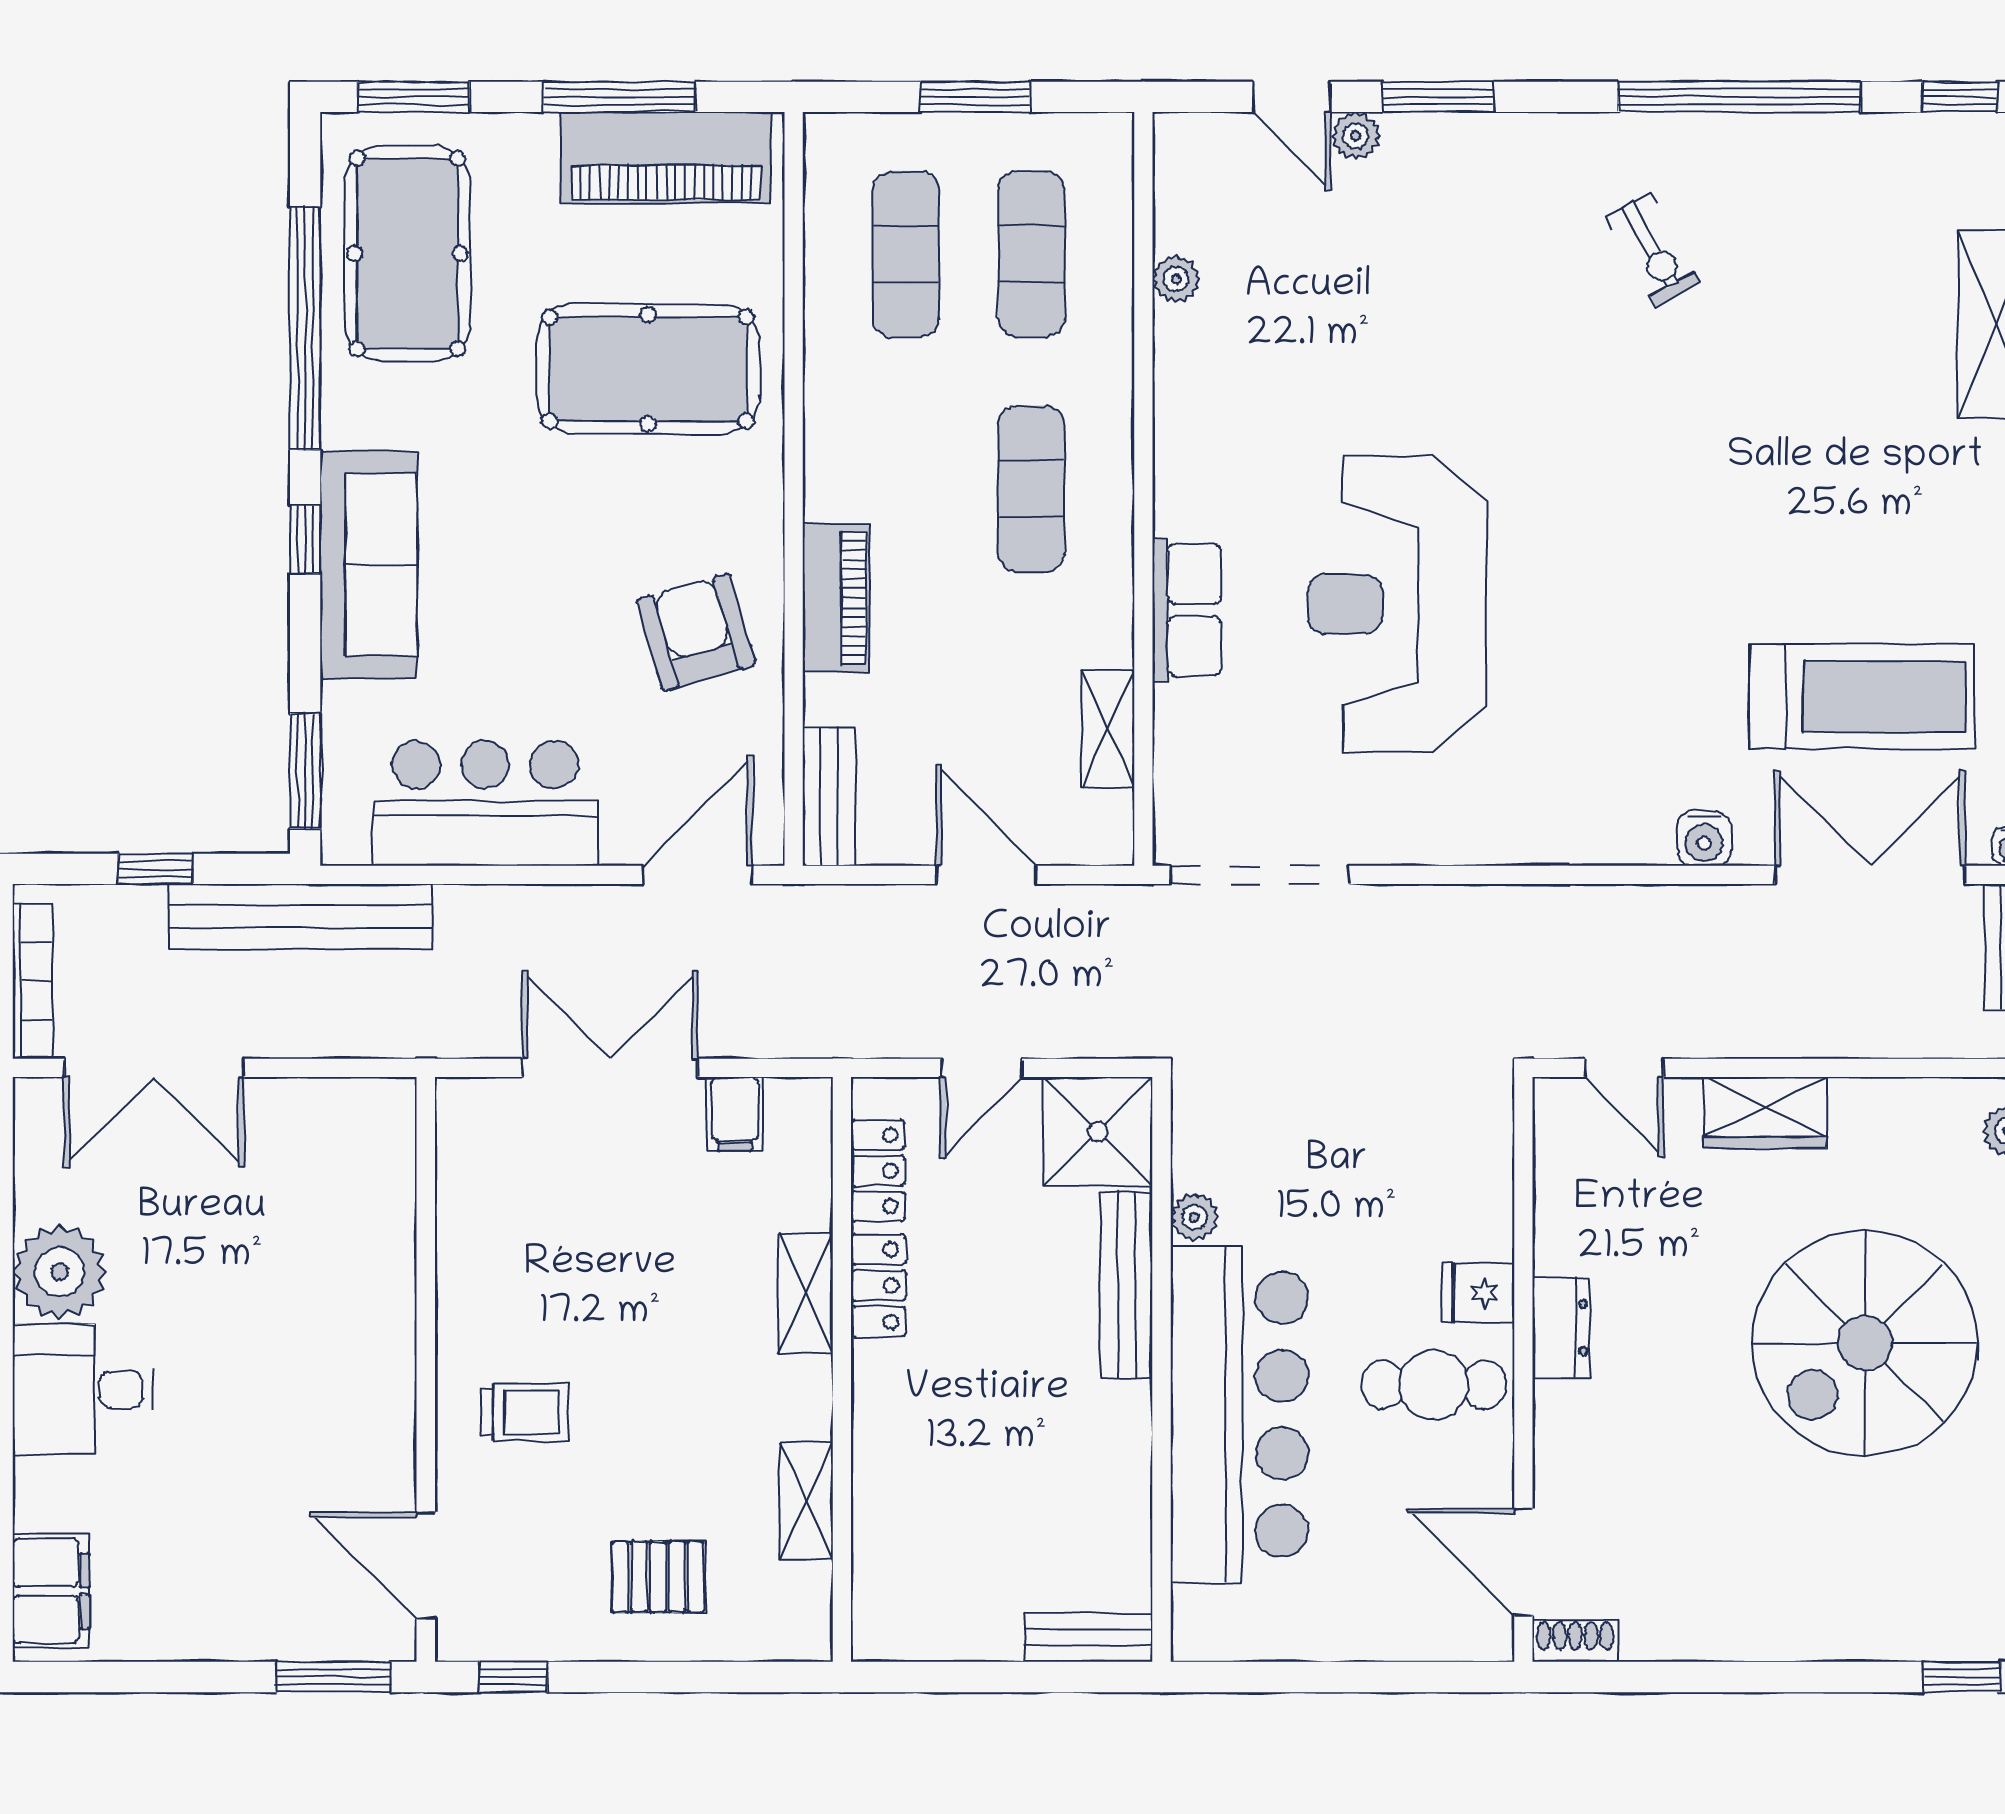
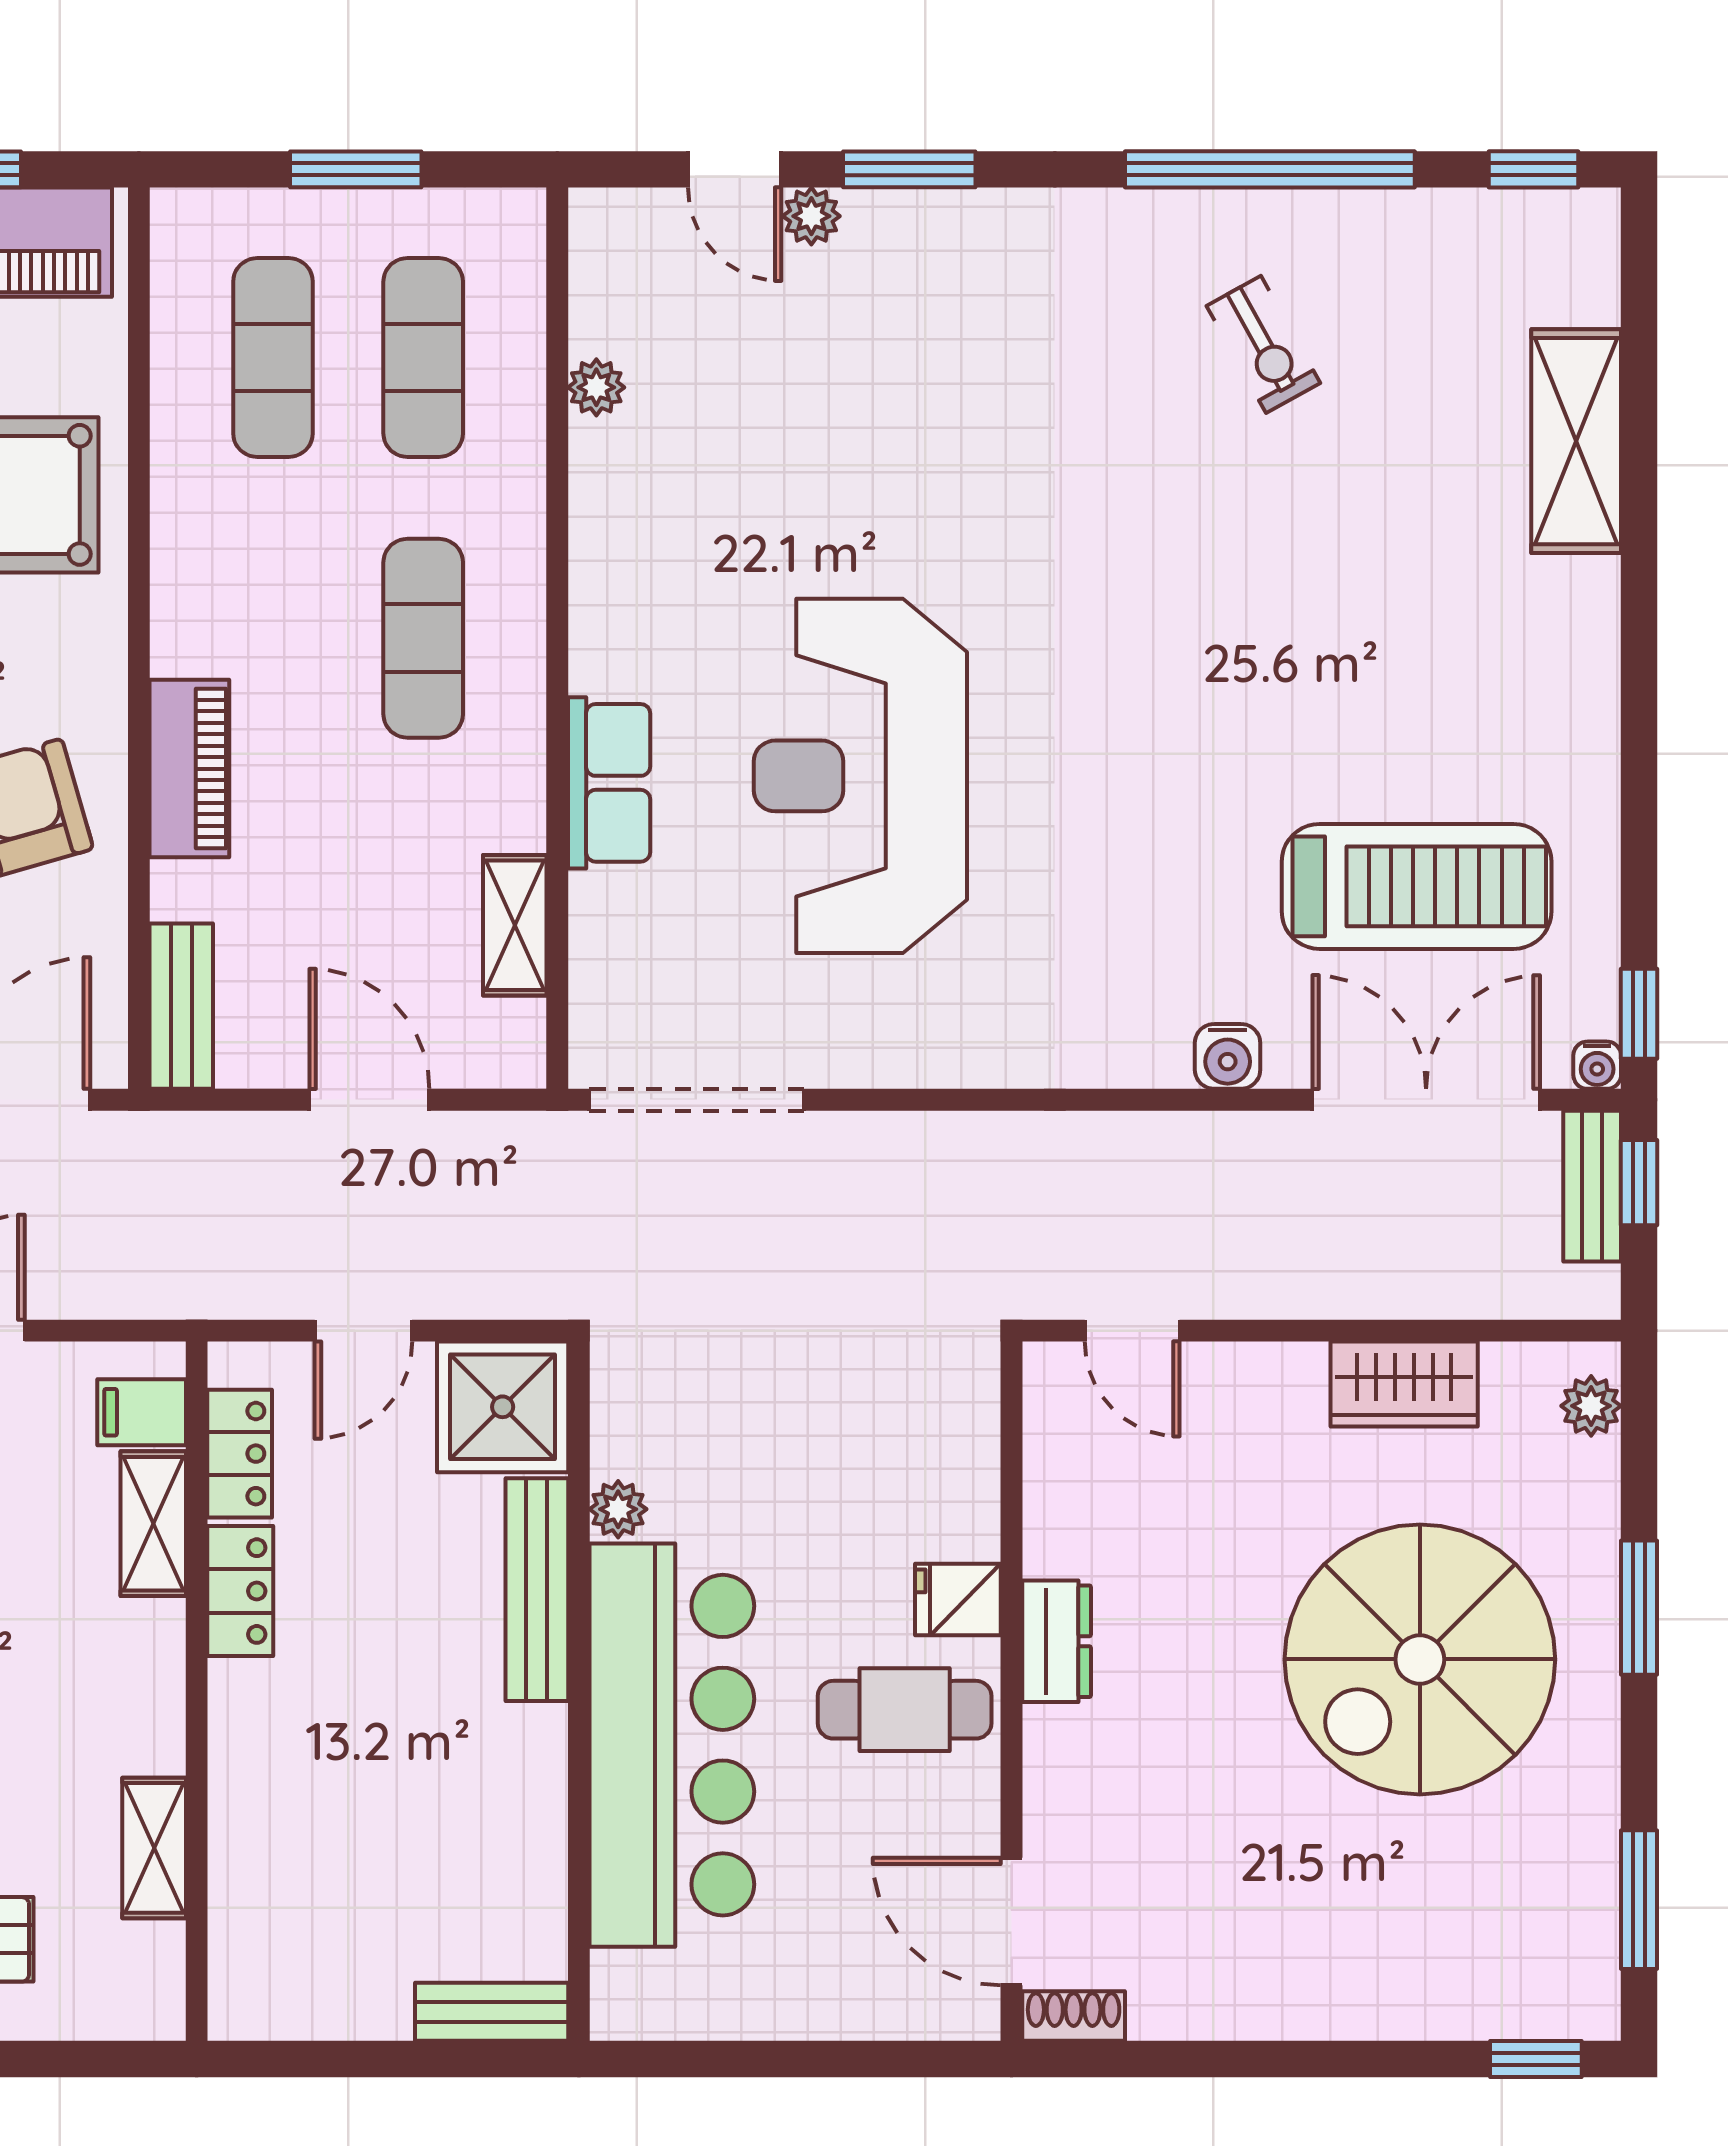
exercise bike: (1653, 249) -> (1263, 344), moved
wardrobe: (1765, 1113) -> (1404, 1384), moved
filing cabinet: (735, 1114) -> (142, 1412), moved, turned 90
shelving: (806, 1293) -> (153, 1524), moved

